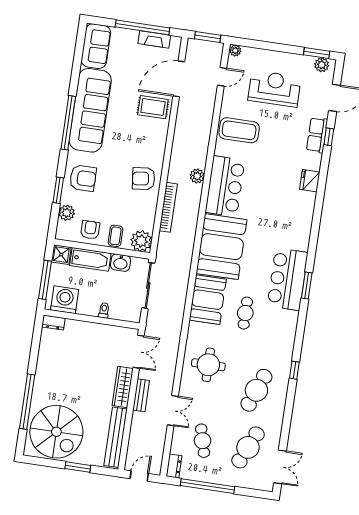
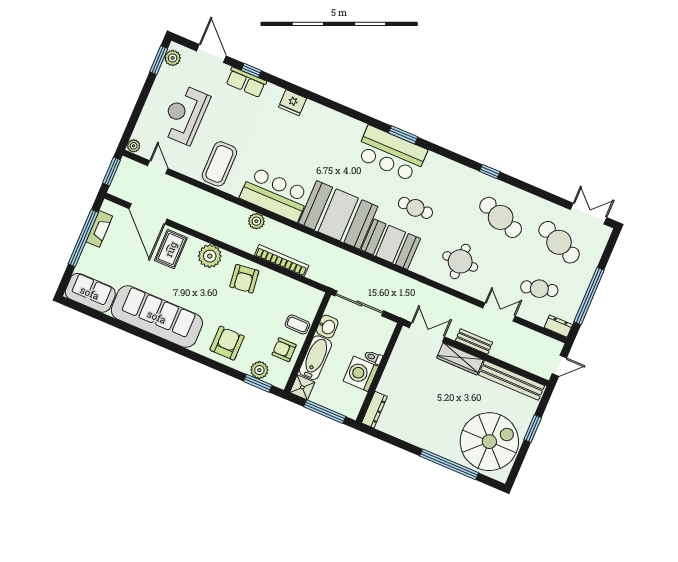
window: (68, 123) -> (164, 343), removed
window: (58, 190) -> (258, 383), moved
plant: (141, 241) -> (210, 256), moved
washing machine: (65, 300) -> (361, 374), moved
dresser: (53, 323) -> (374, 410), width x1.44
door: (139, 476) -> (559, 366), swing flipped

